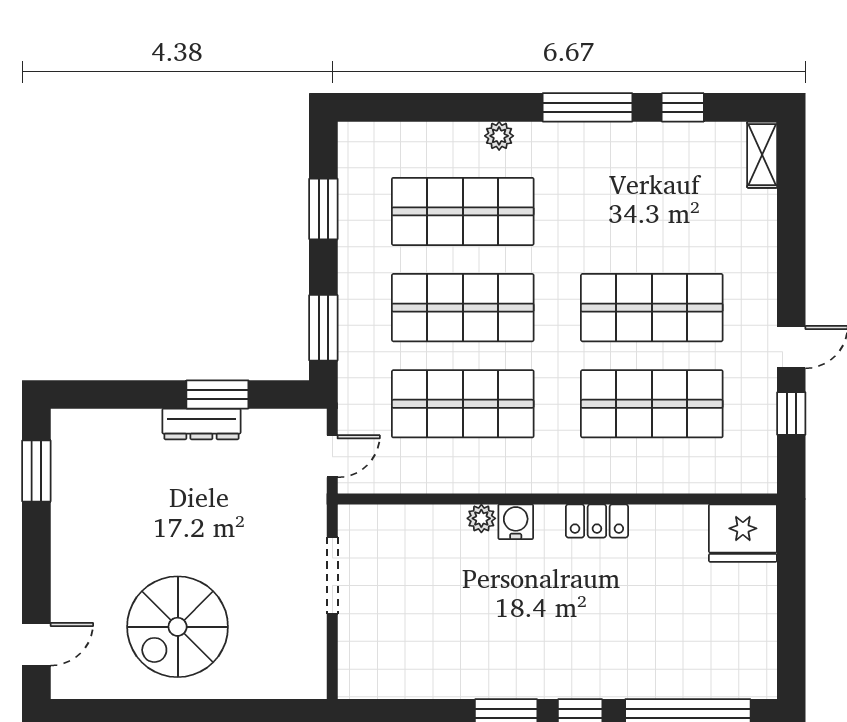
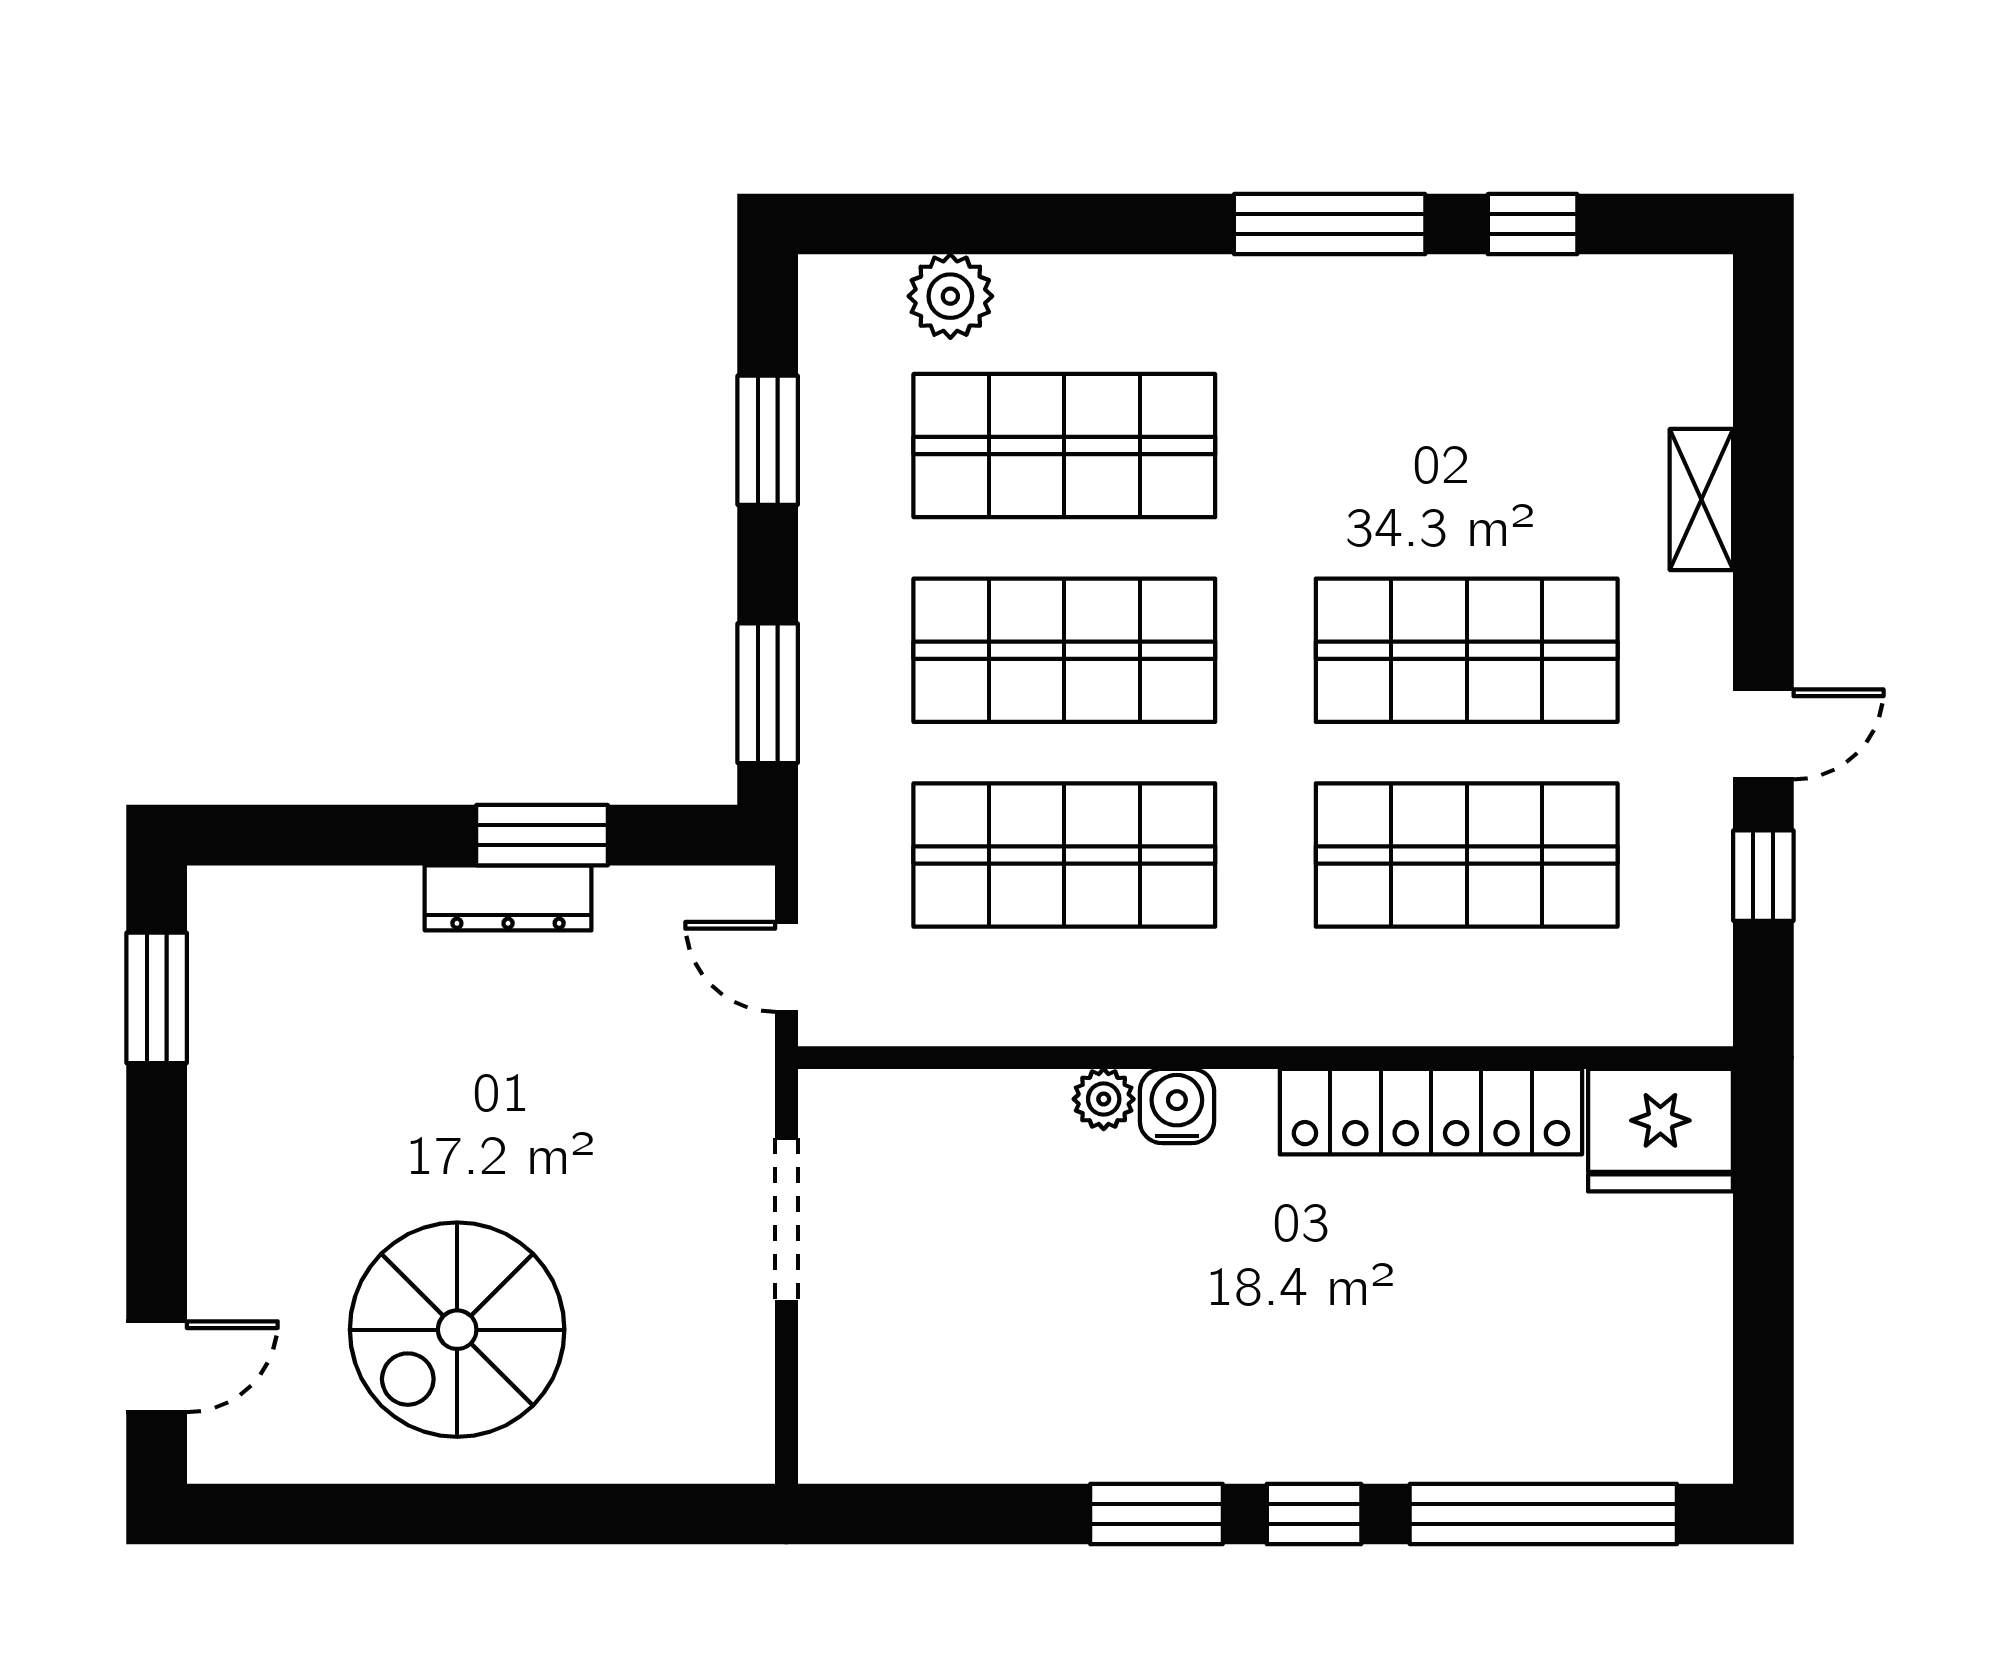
plant: (499, 136) -> (950, 296), moved, width x1.38, depth x1.38
shelving: (762, 155) -> (1701, 499), moved
door: (332, 456) -> (786, 967), swing flipped
locker: (597, 521) -> (1431, 1112), width x2.16, depth x1.21

